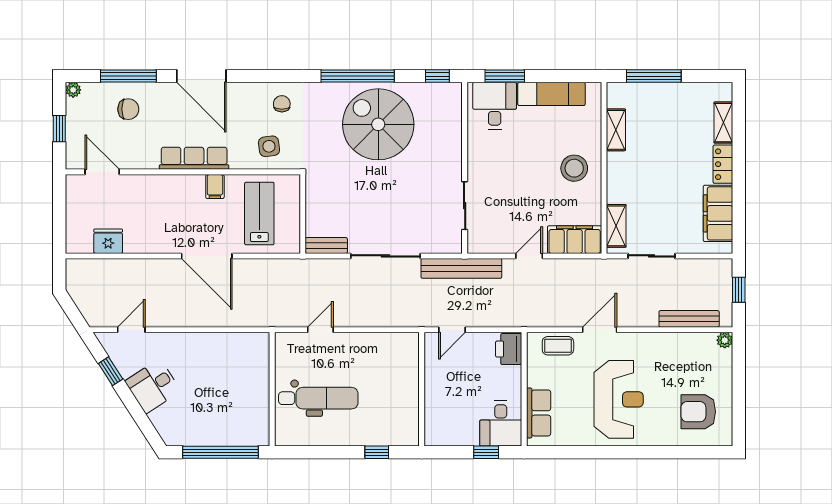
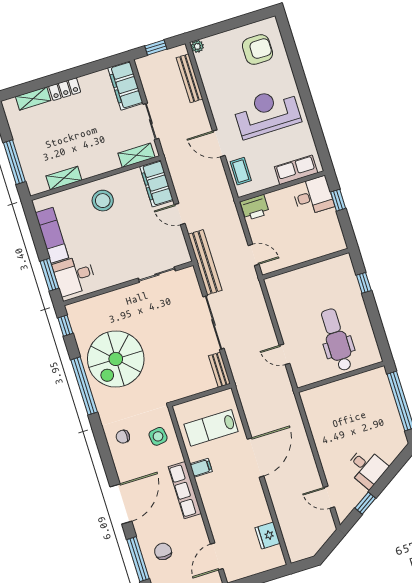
filing cabinet: (718, 213) -> (125, 86), moved, turned 90
armchair: (698, 412) -> (258, 50), turned -90

